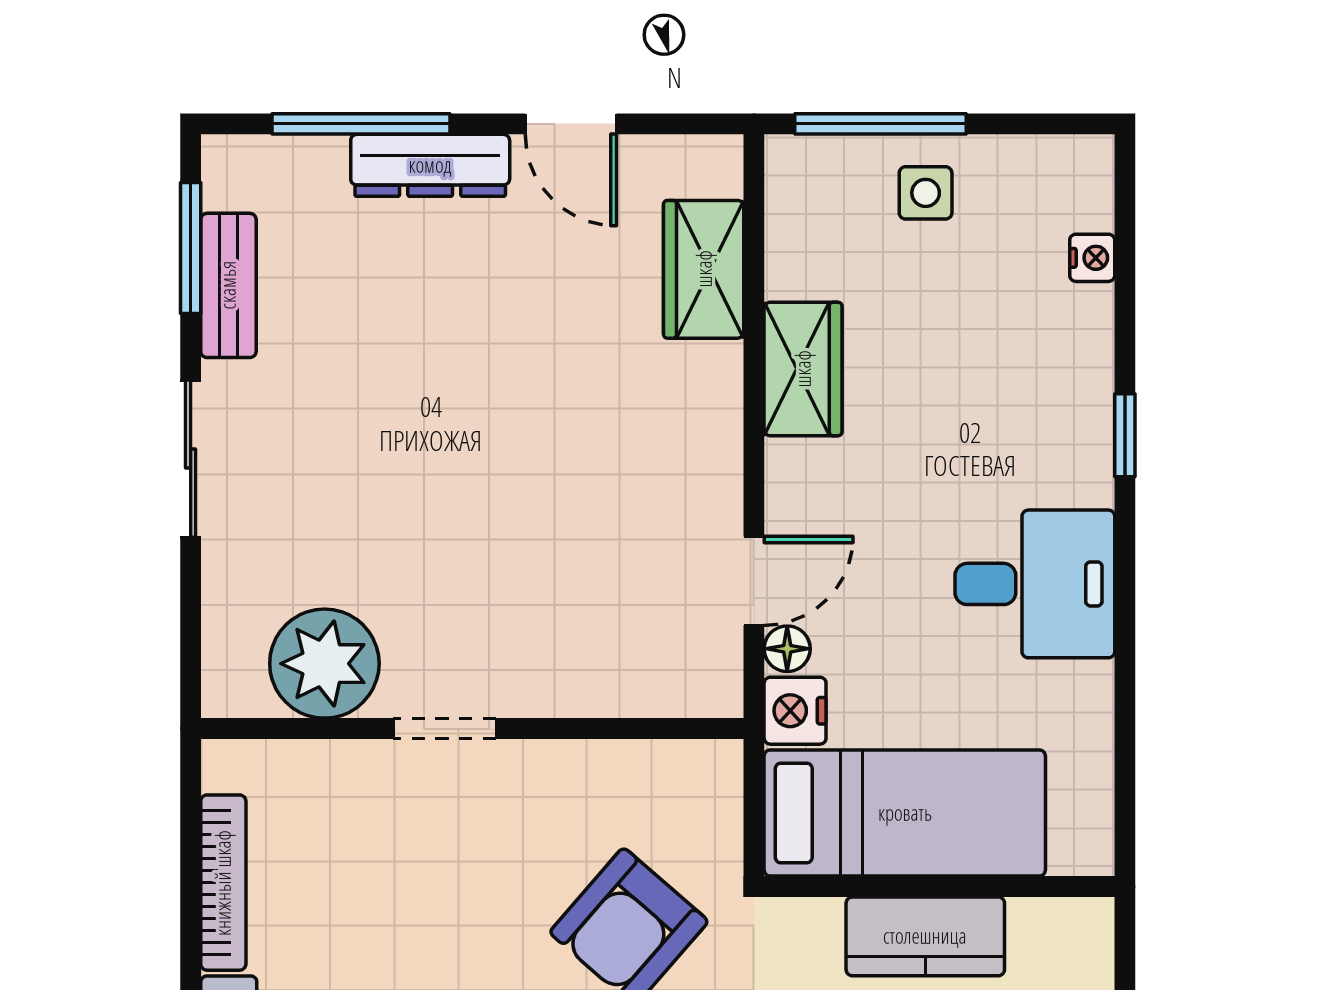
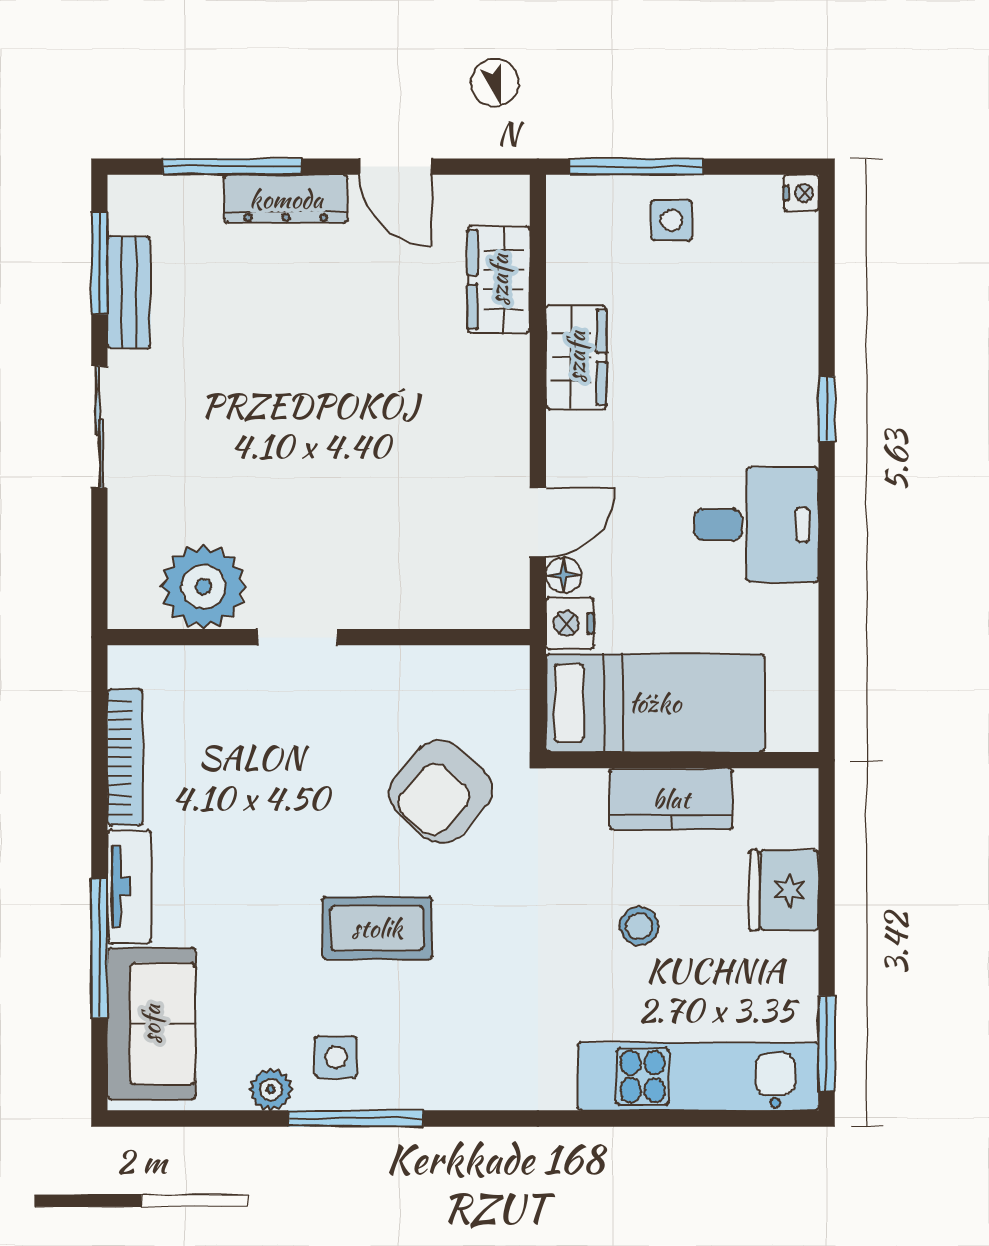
nightstand: (1092, 258) -> (801, 193), moved

